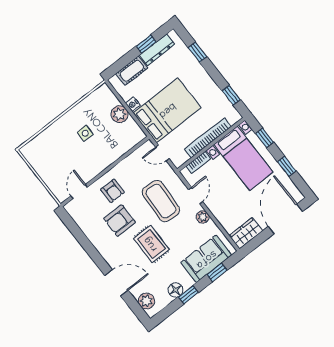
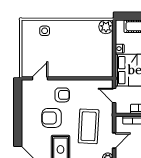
plant: (120, 114) -> (106, 27), moved
side table: (85, 133) -> (45, 31), moved
armchair: (112, 191) -> (62, 95), turned -90

